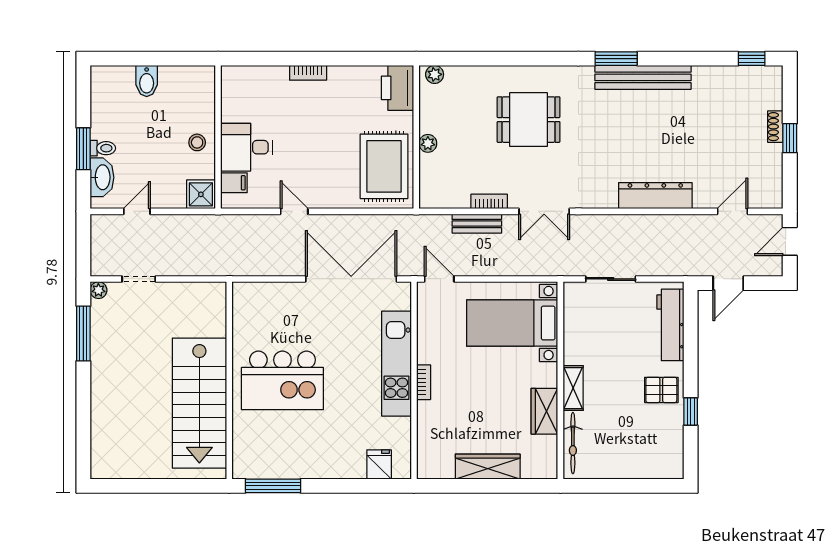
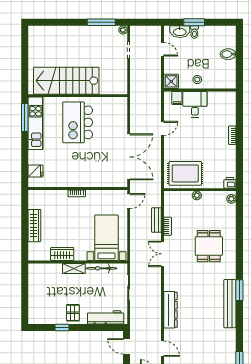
printer: (397, 88) -> (230, 183), width x0.53, depth x0.68
kitchen unit: (396, 364) -> (36, 123), moved, turned 90
bicycle: (573, 443) -> (101, 268), moved

